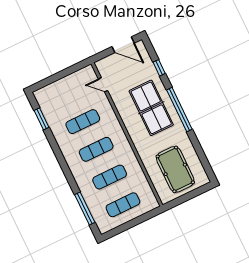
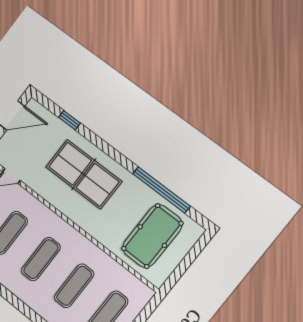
window: (179, 110) -> (161, 190), moved
pool table: (175, 169) -> (152, 236), turned 90

